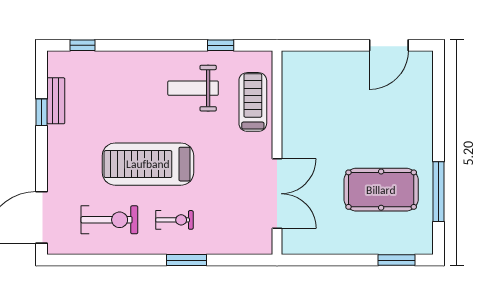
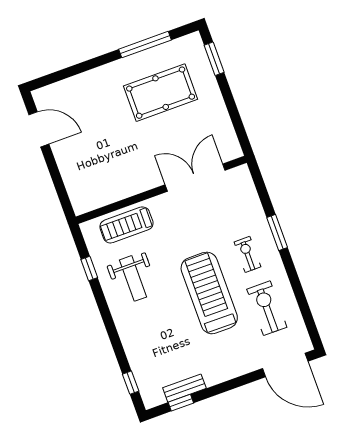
window: (42, 112) -> (181, 403), moved
treadmill: (148, 164) -> (209, 293), turned 180
pool table: (381, 190) -> (161, 93), turned 90

